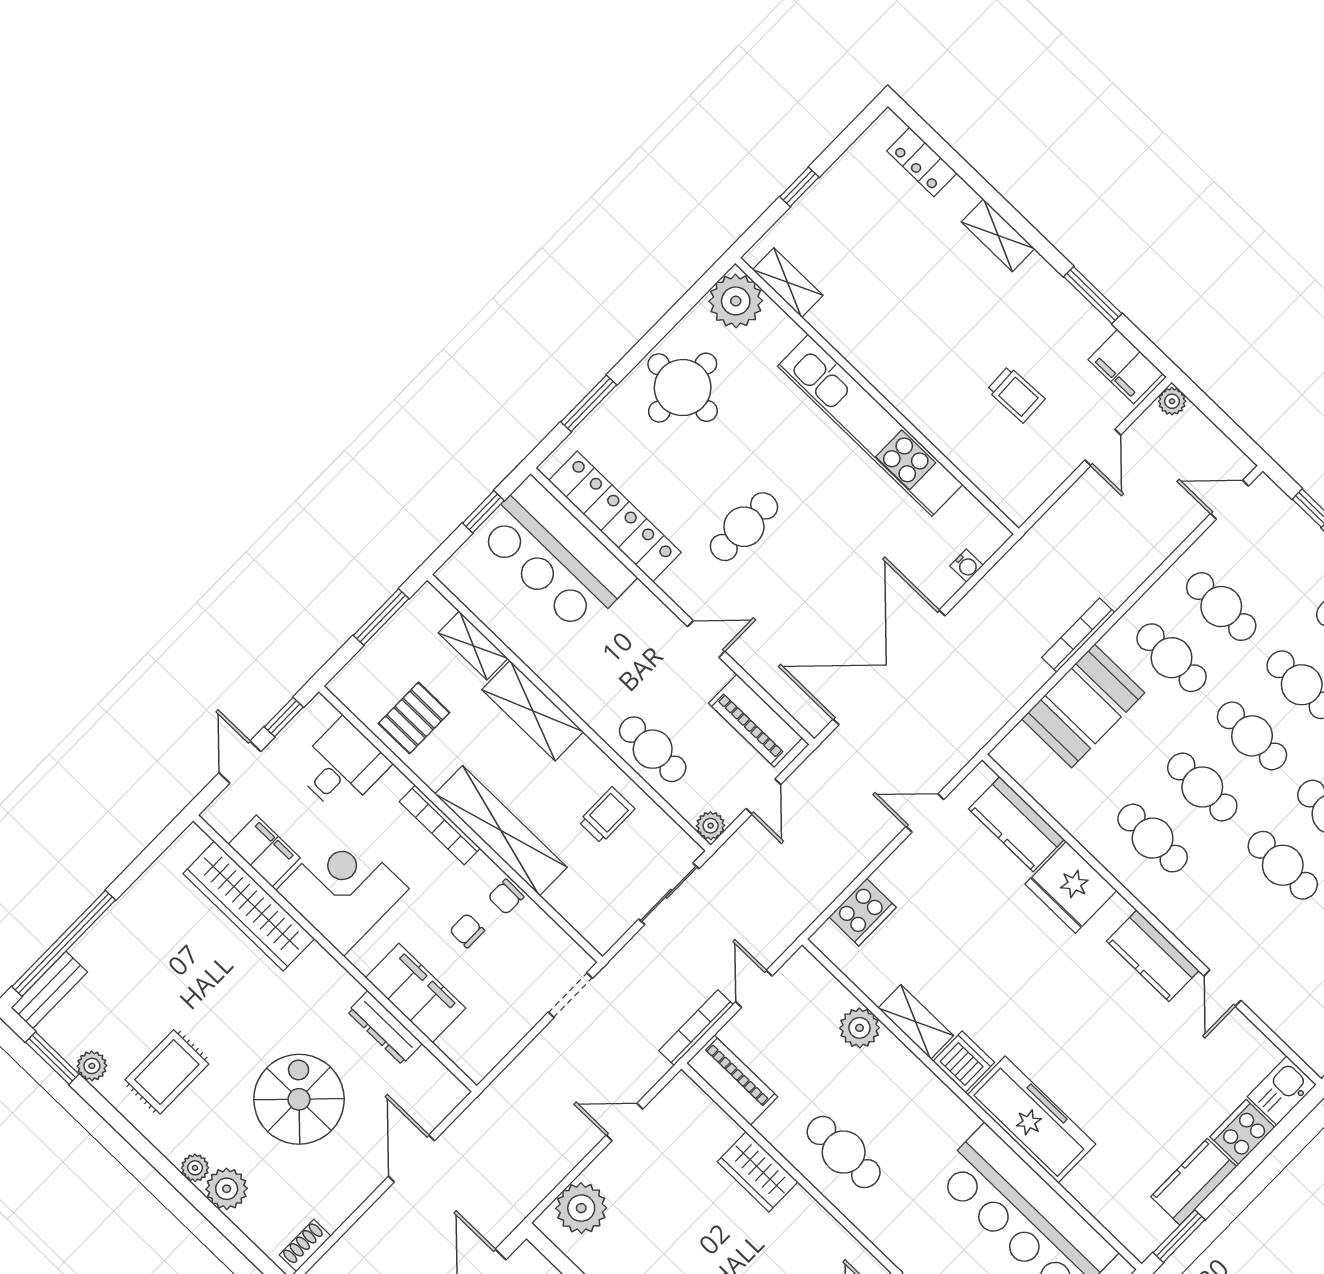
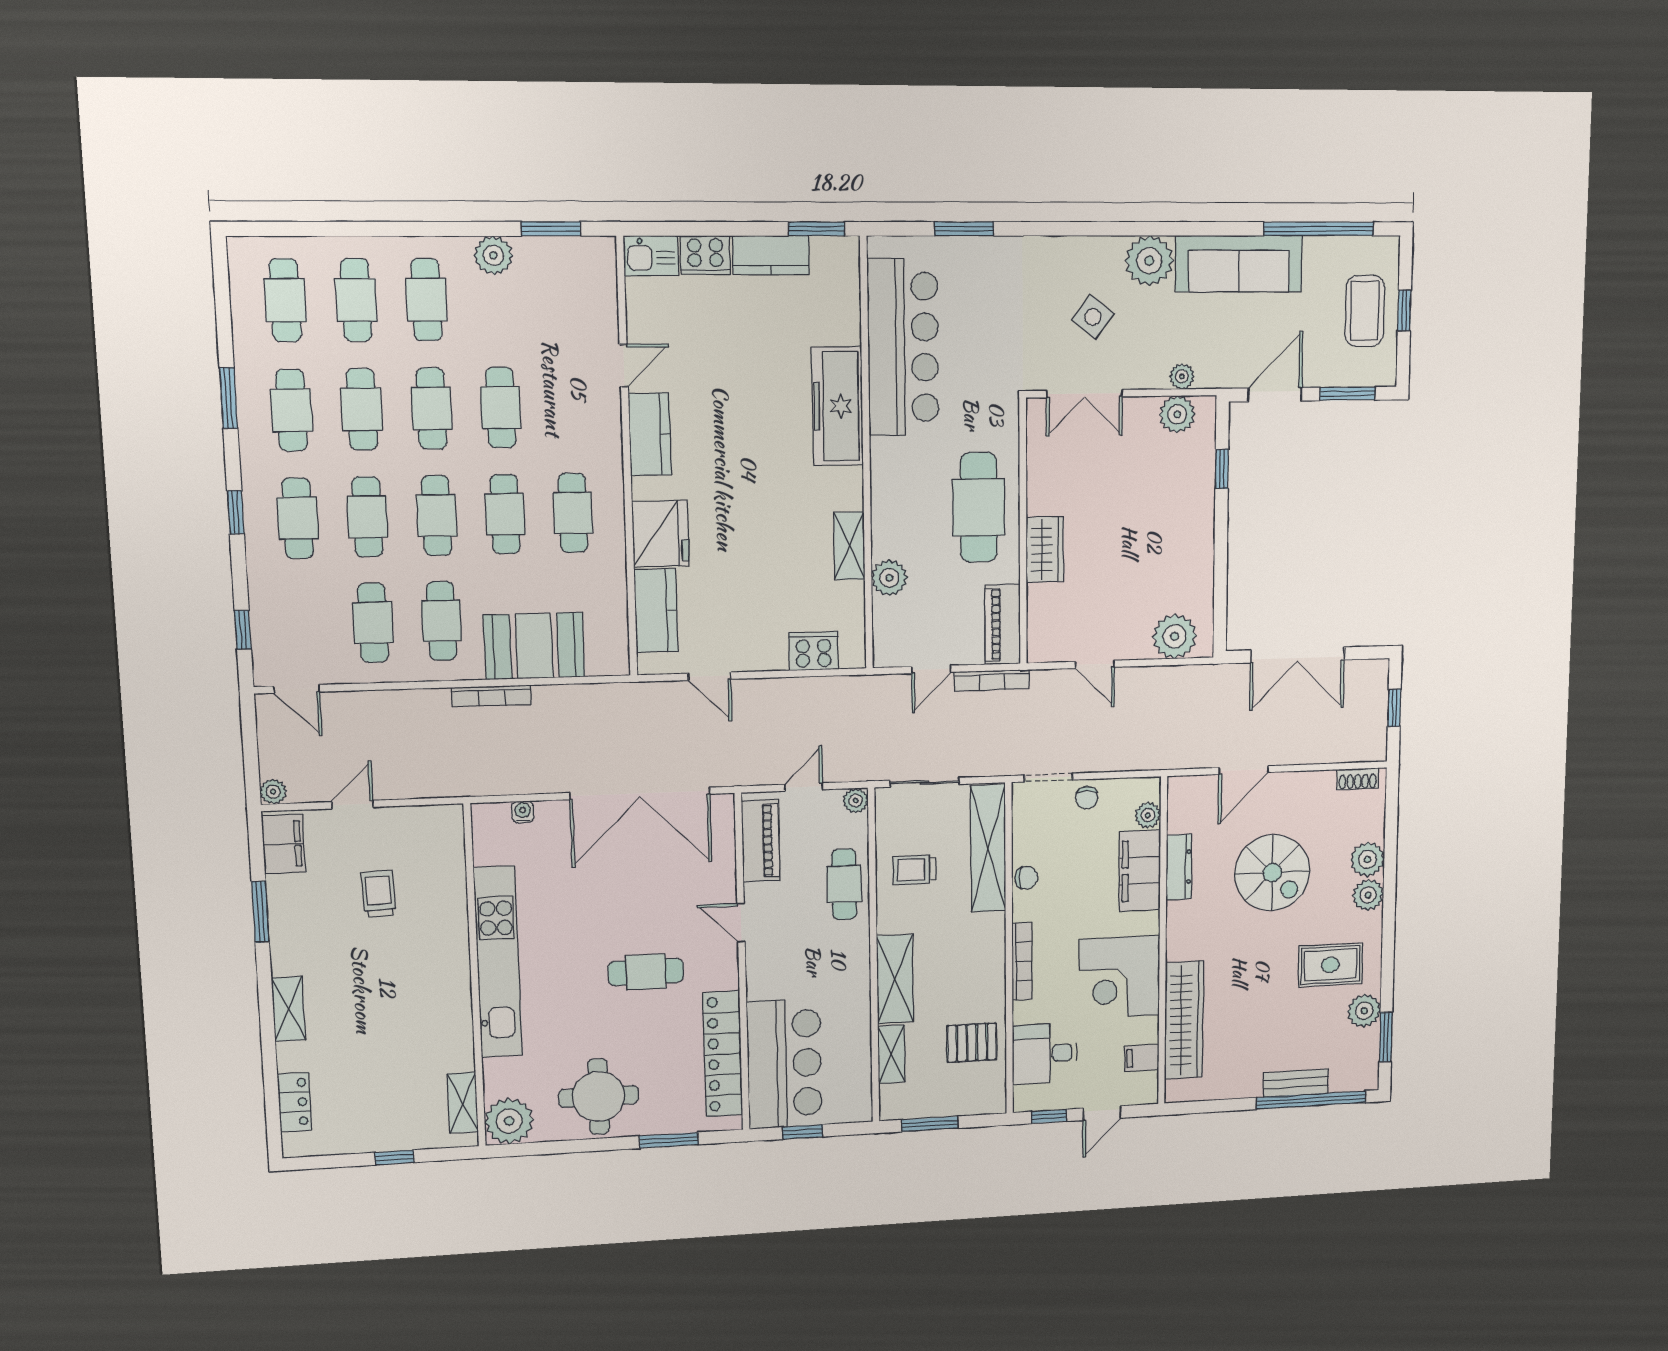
shelving: (501, 831) -> (988, 848), moved
filing cabinet: (264, 851) -> (1142, 1058), width x0.50
chair: (467, 931) -> (1087, 798), moved
bench: (49, 990) -> (1296, 1083), moved
plant: (455, 1045) -> (1148, 815), added
dishwasher: (964, 1062) -> (844, 489), removed
plant: (92, 1066) -> (1364, 1011), width x1.38, depth x1.38
spiral stairs: (299, 1099) -> (1272, 873), turned -90
cafe table: (844, 1152) -> (979, 507), width x1.37, depth x1.35
plant: (195, 1168) -> (1368, 895), width x1.38, depth x1.38

